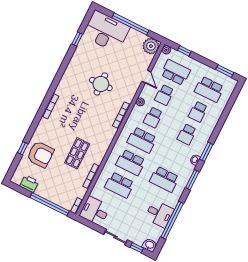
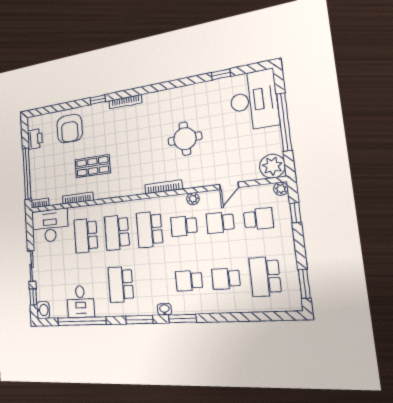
school desk: (176, 72) -> (258, 219), width x0.54
window: (23, 148) -> (98, 100), moved
desk: (95, 211) -> (50, 226), width x1.37

